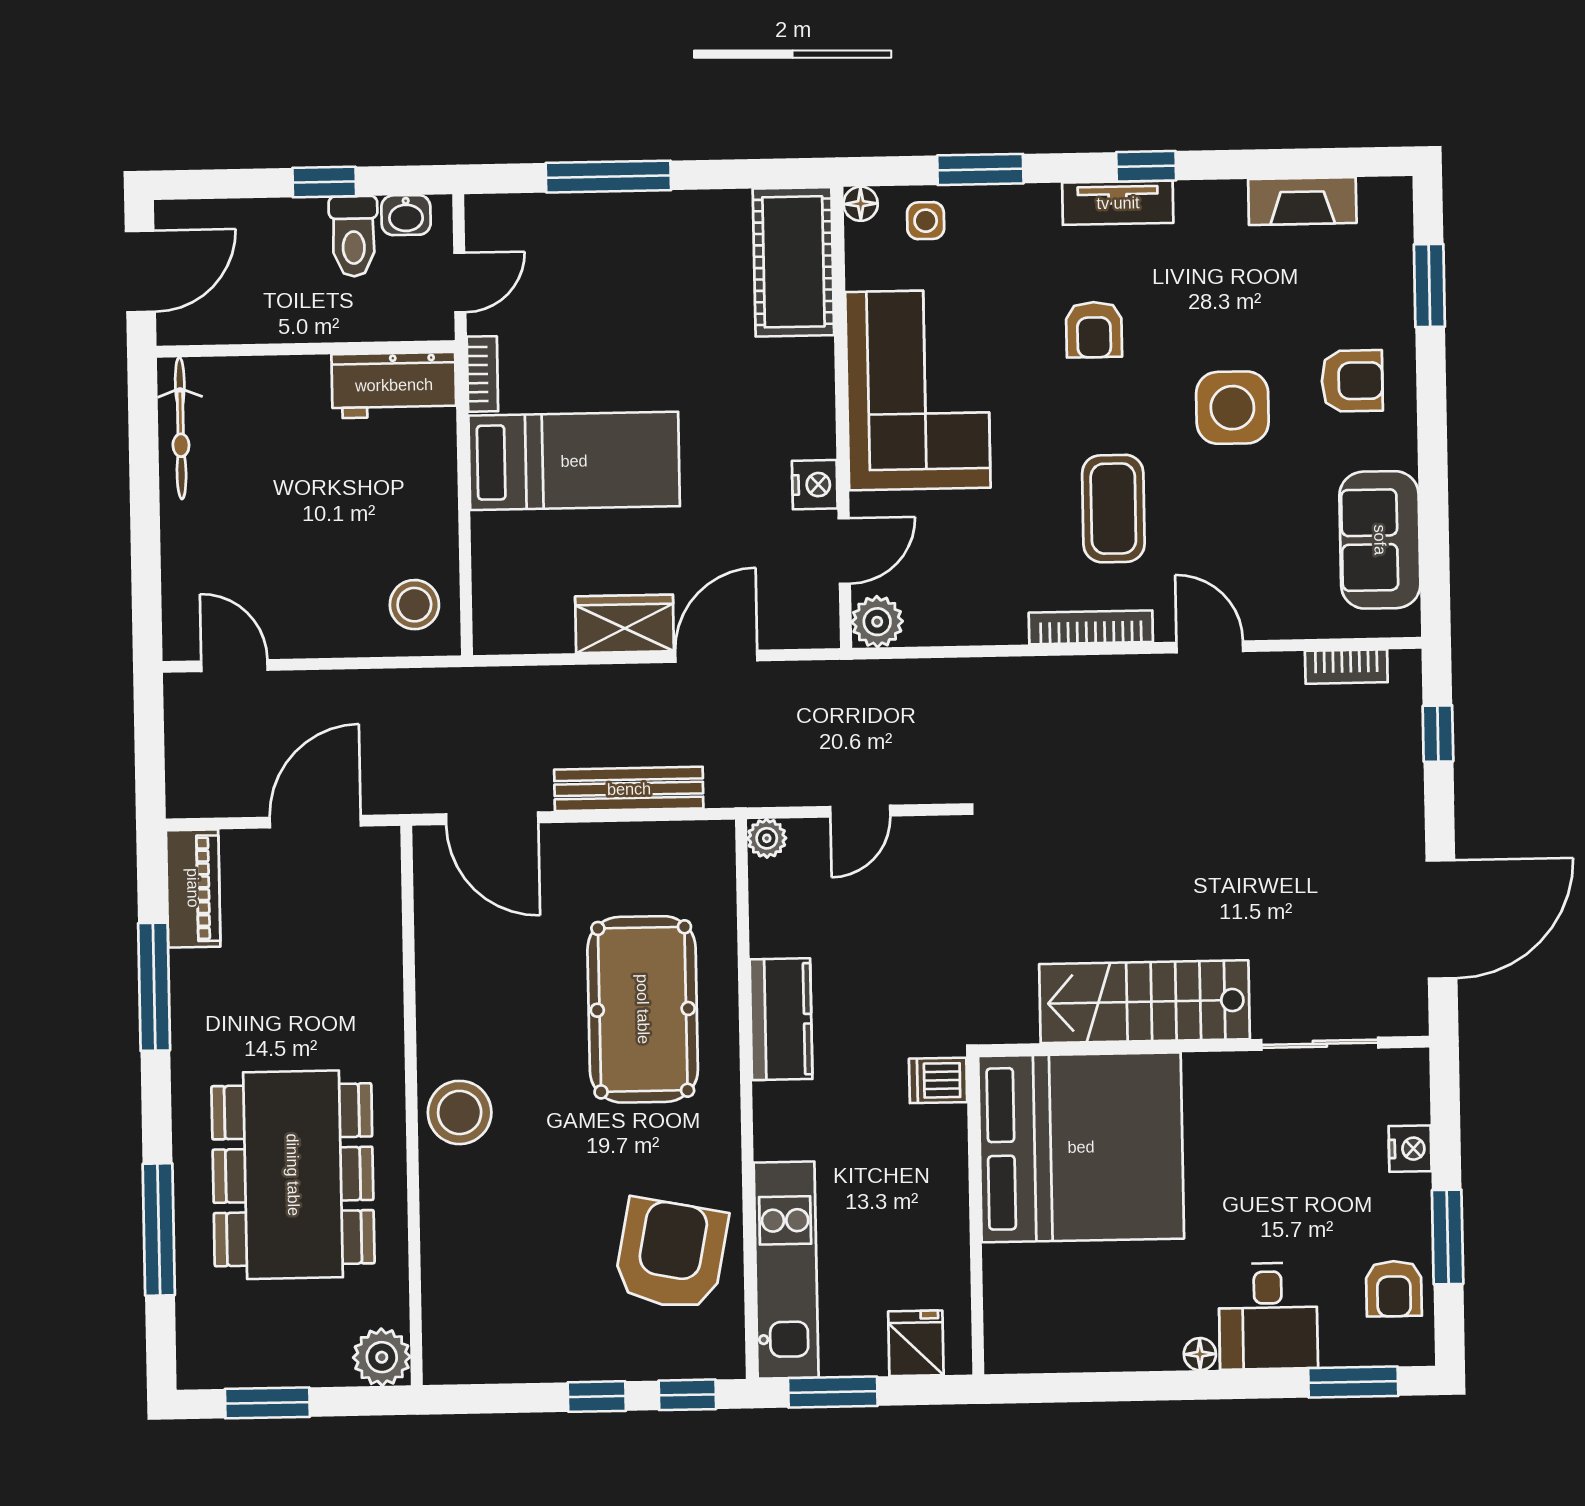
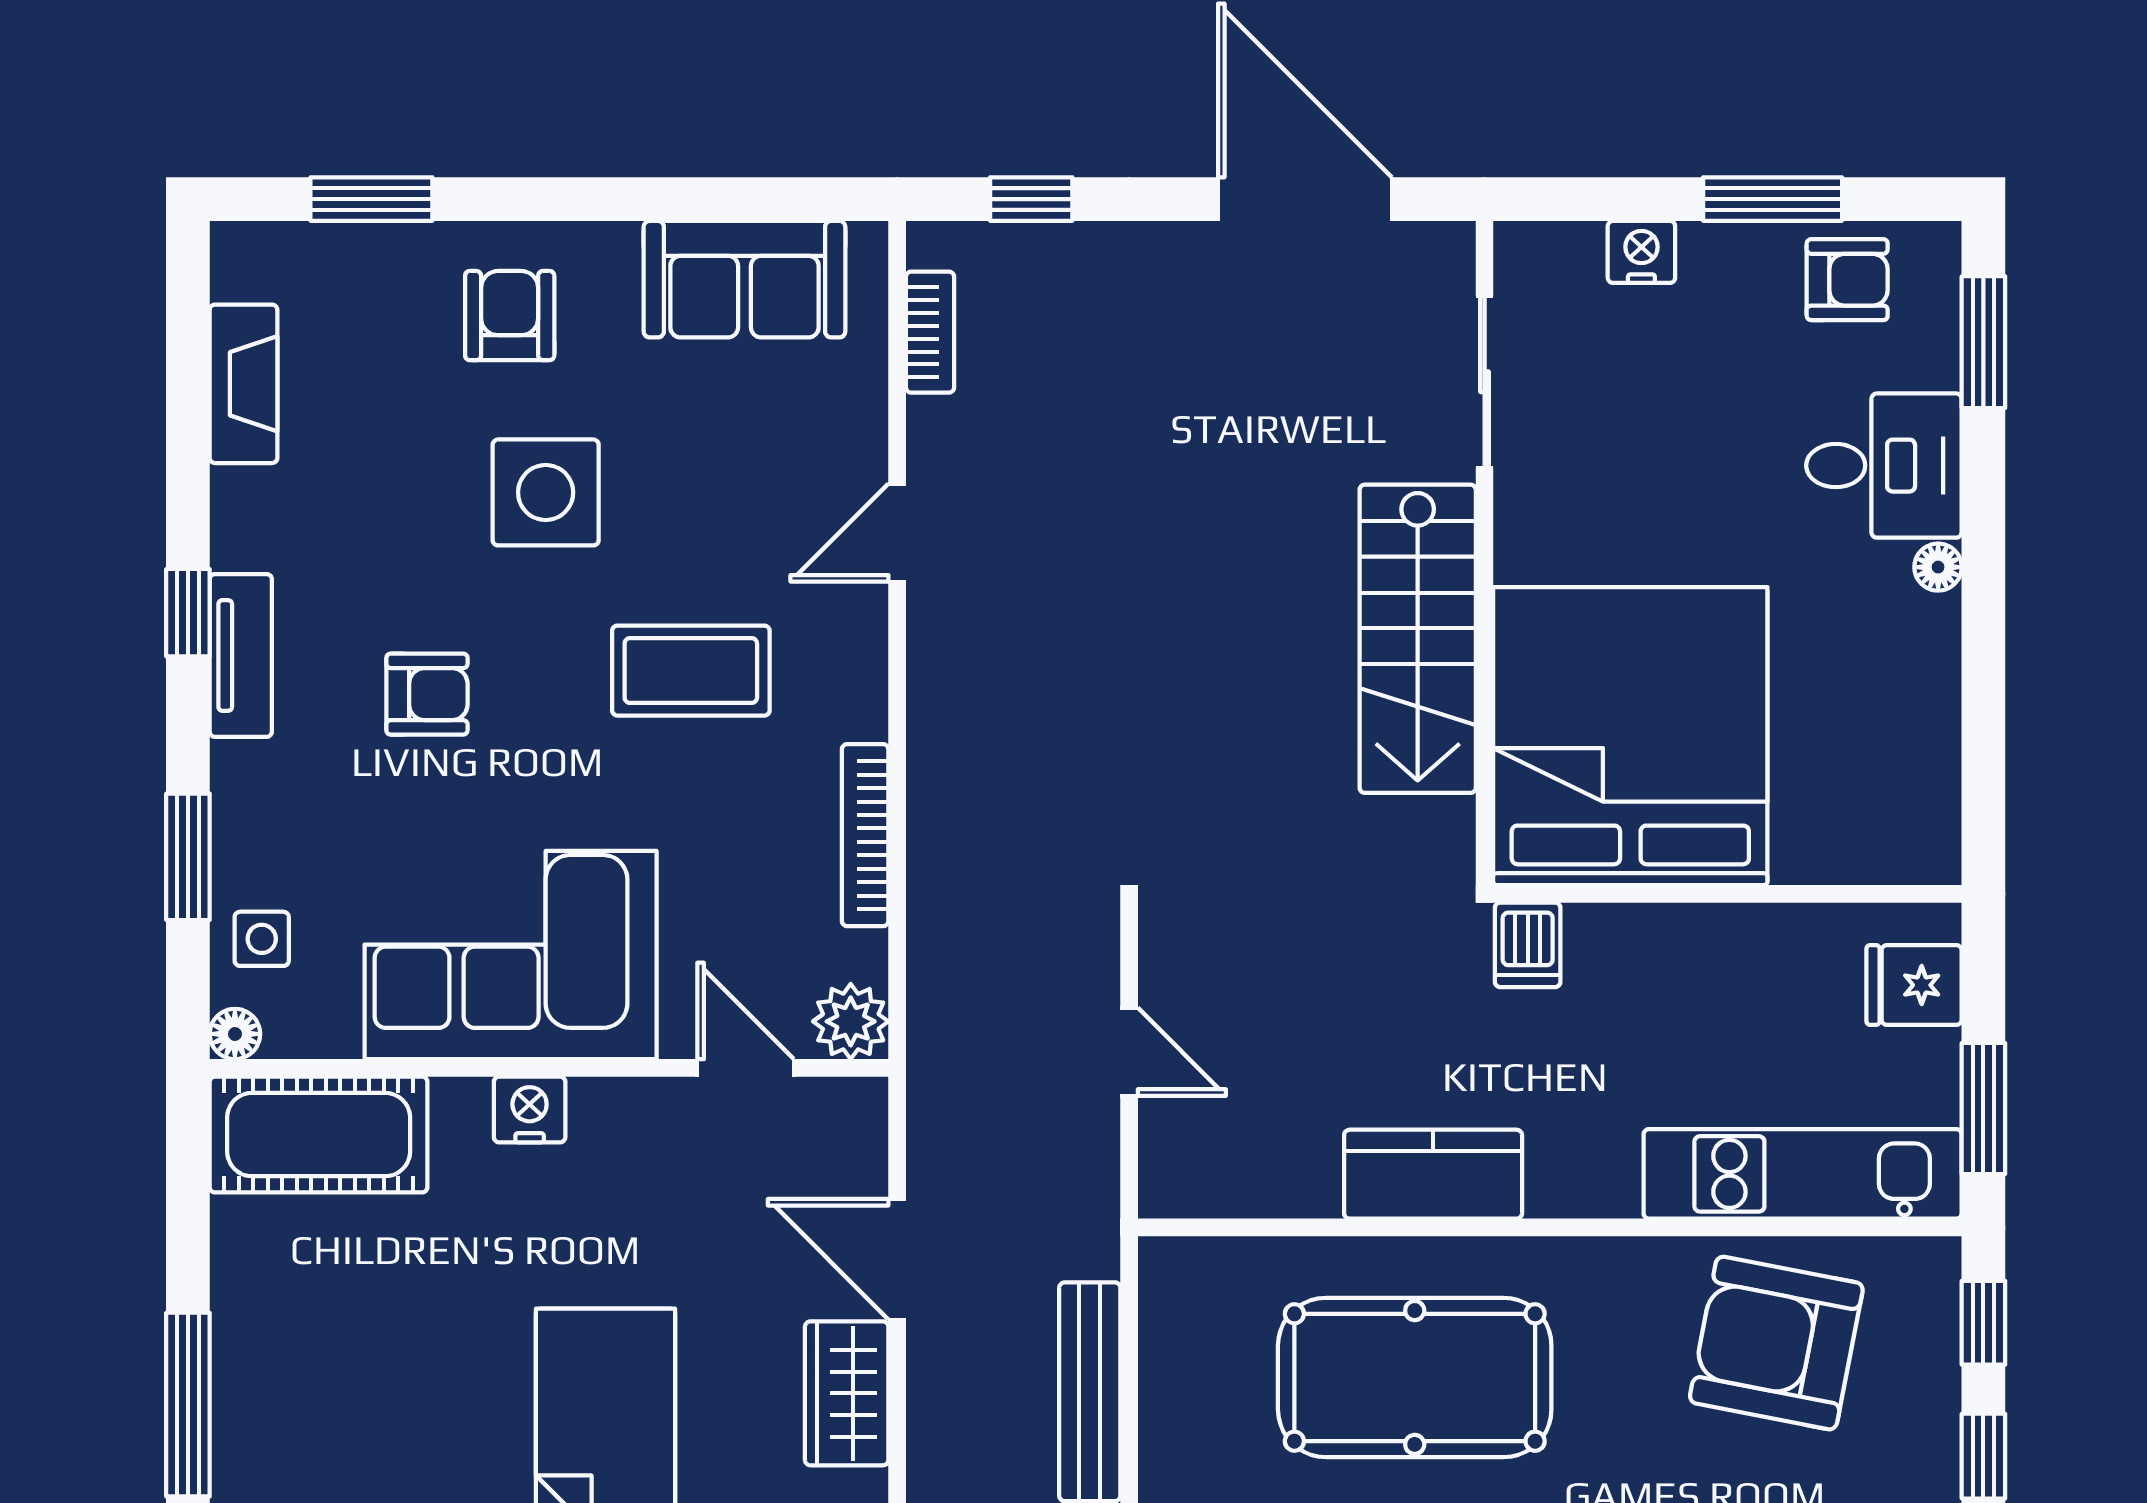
nightstand: (815, 485) -> (530, 1109), moved
bookcase: (1091, 627) -> (865, 835), moved
plant: (767, 838) -> (1166, 1190), removed

